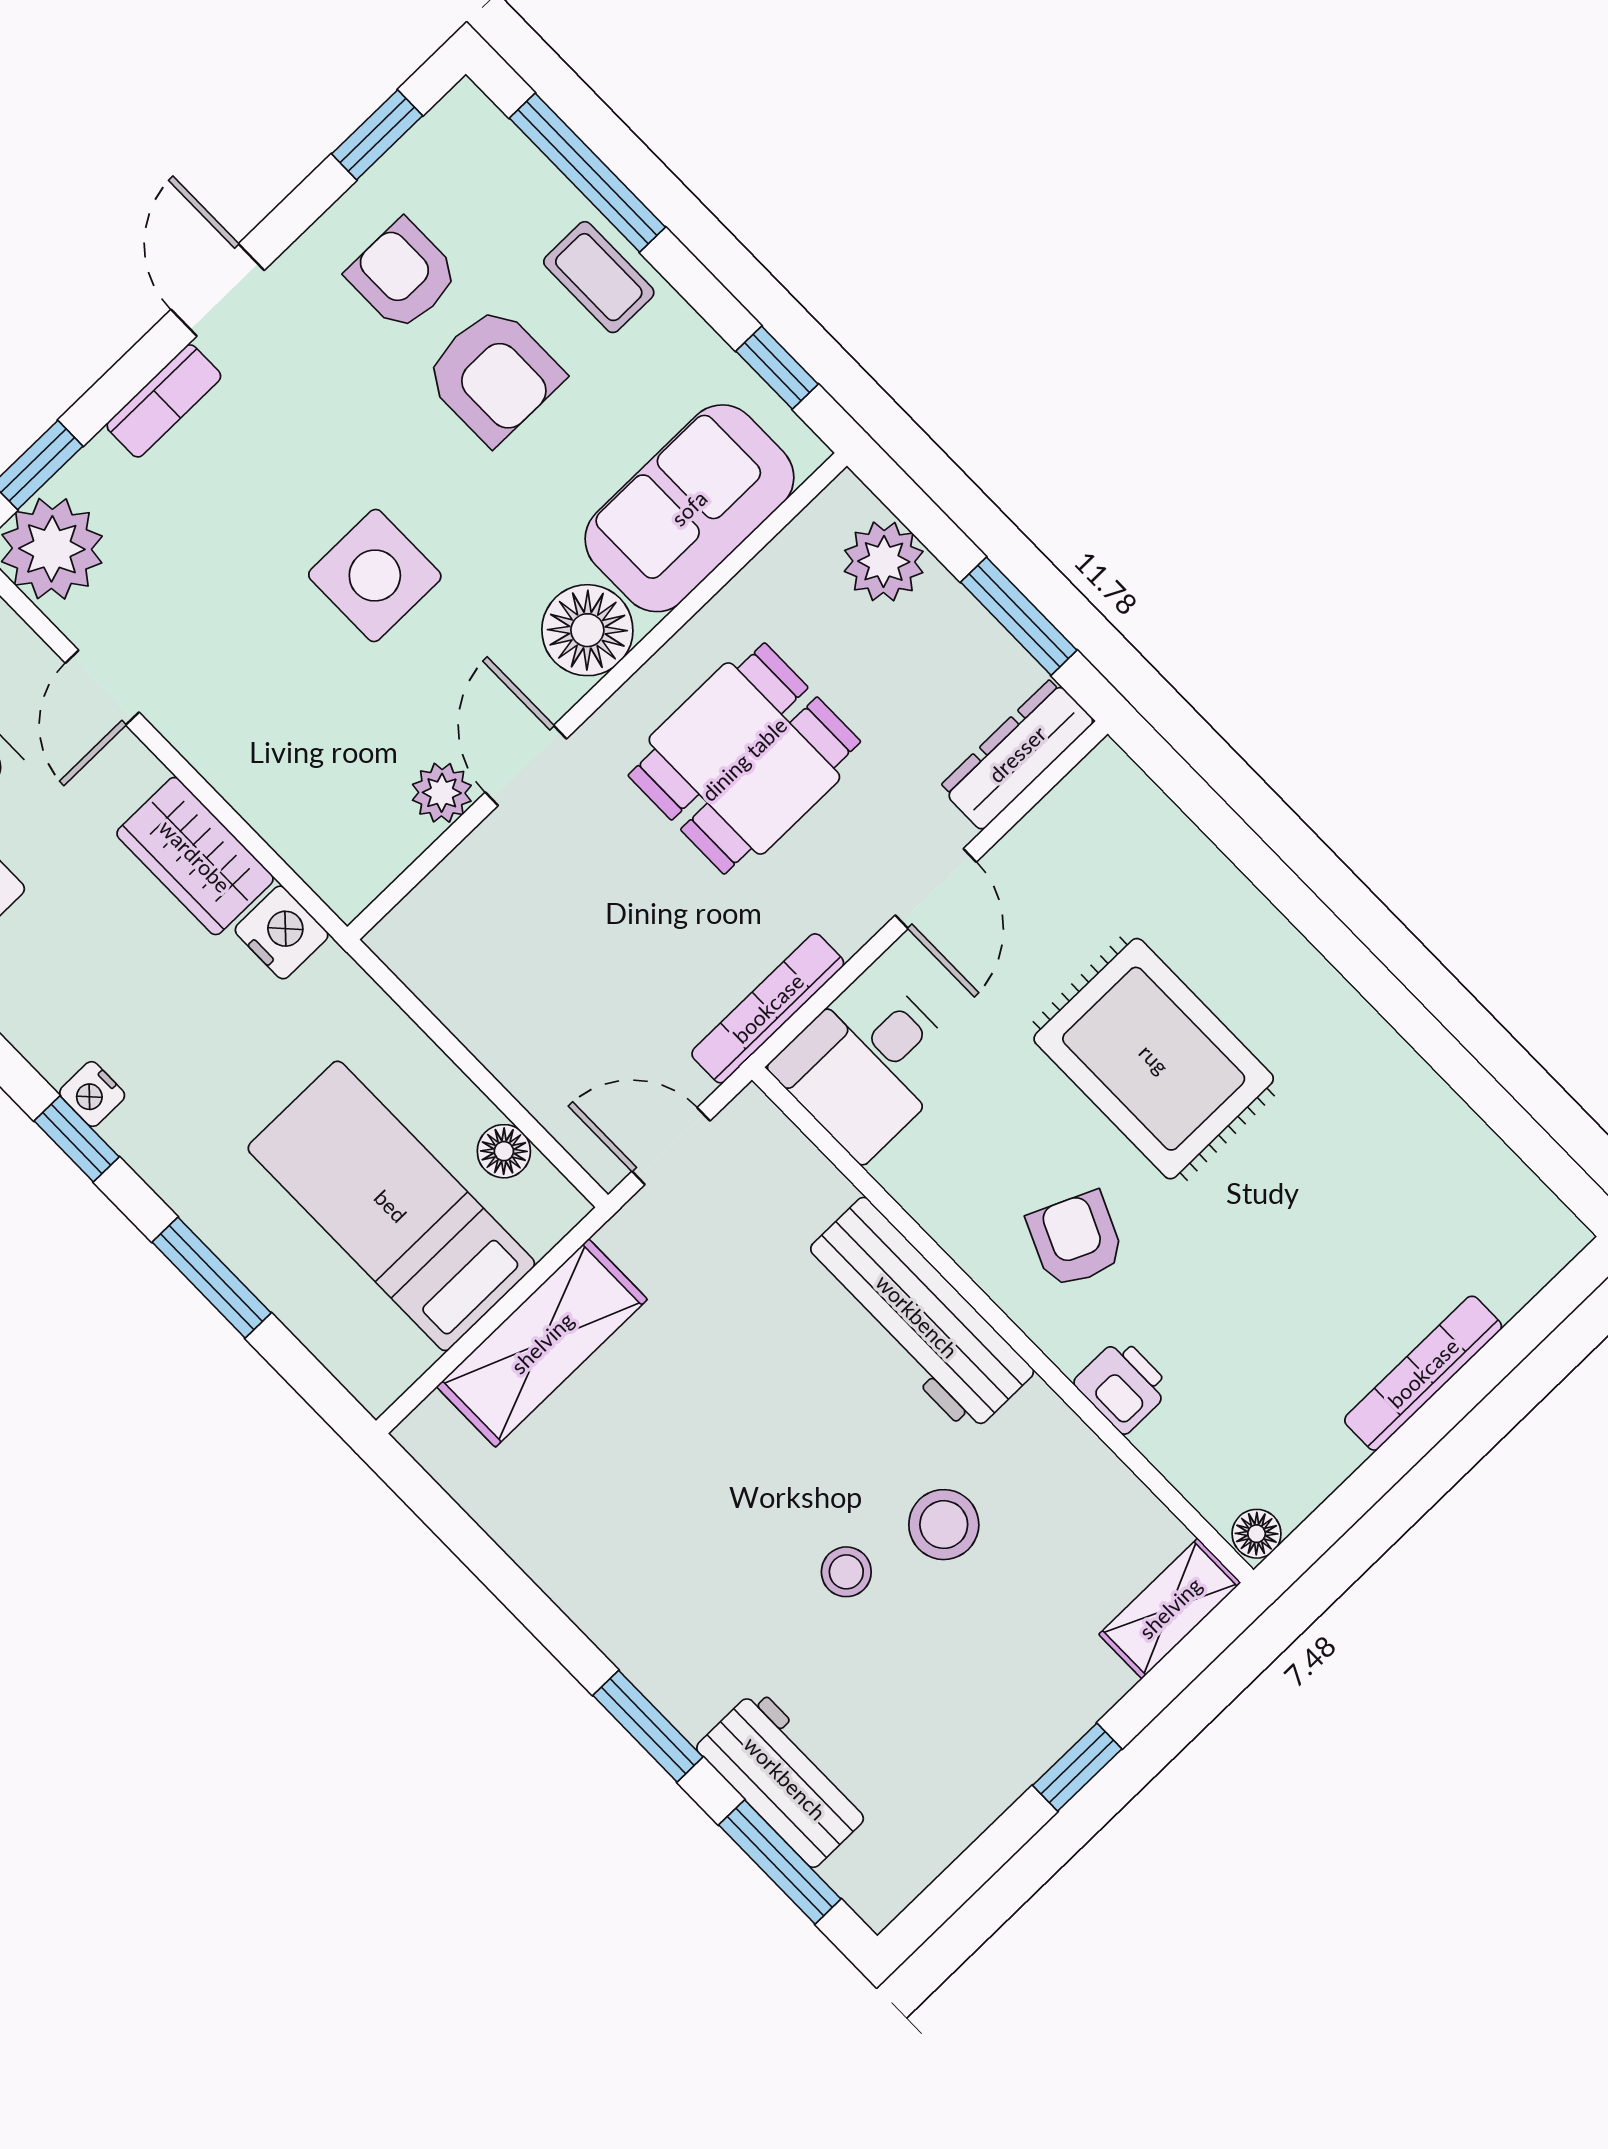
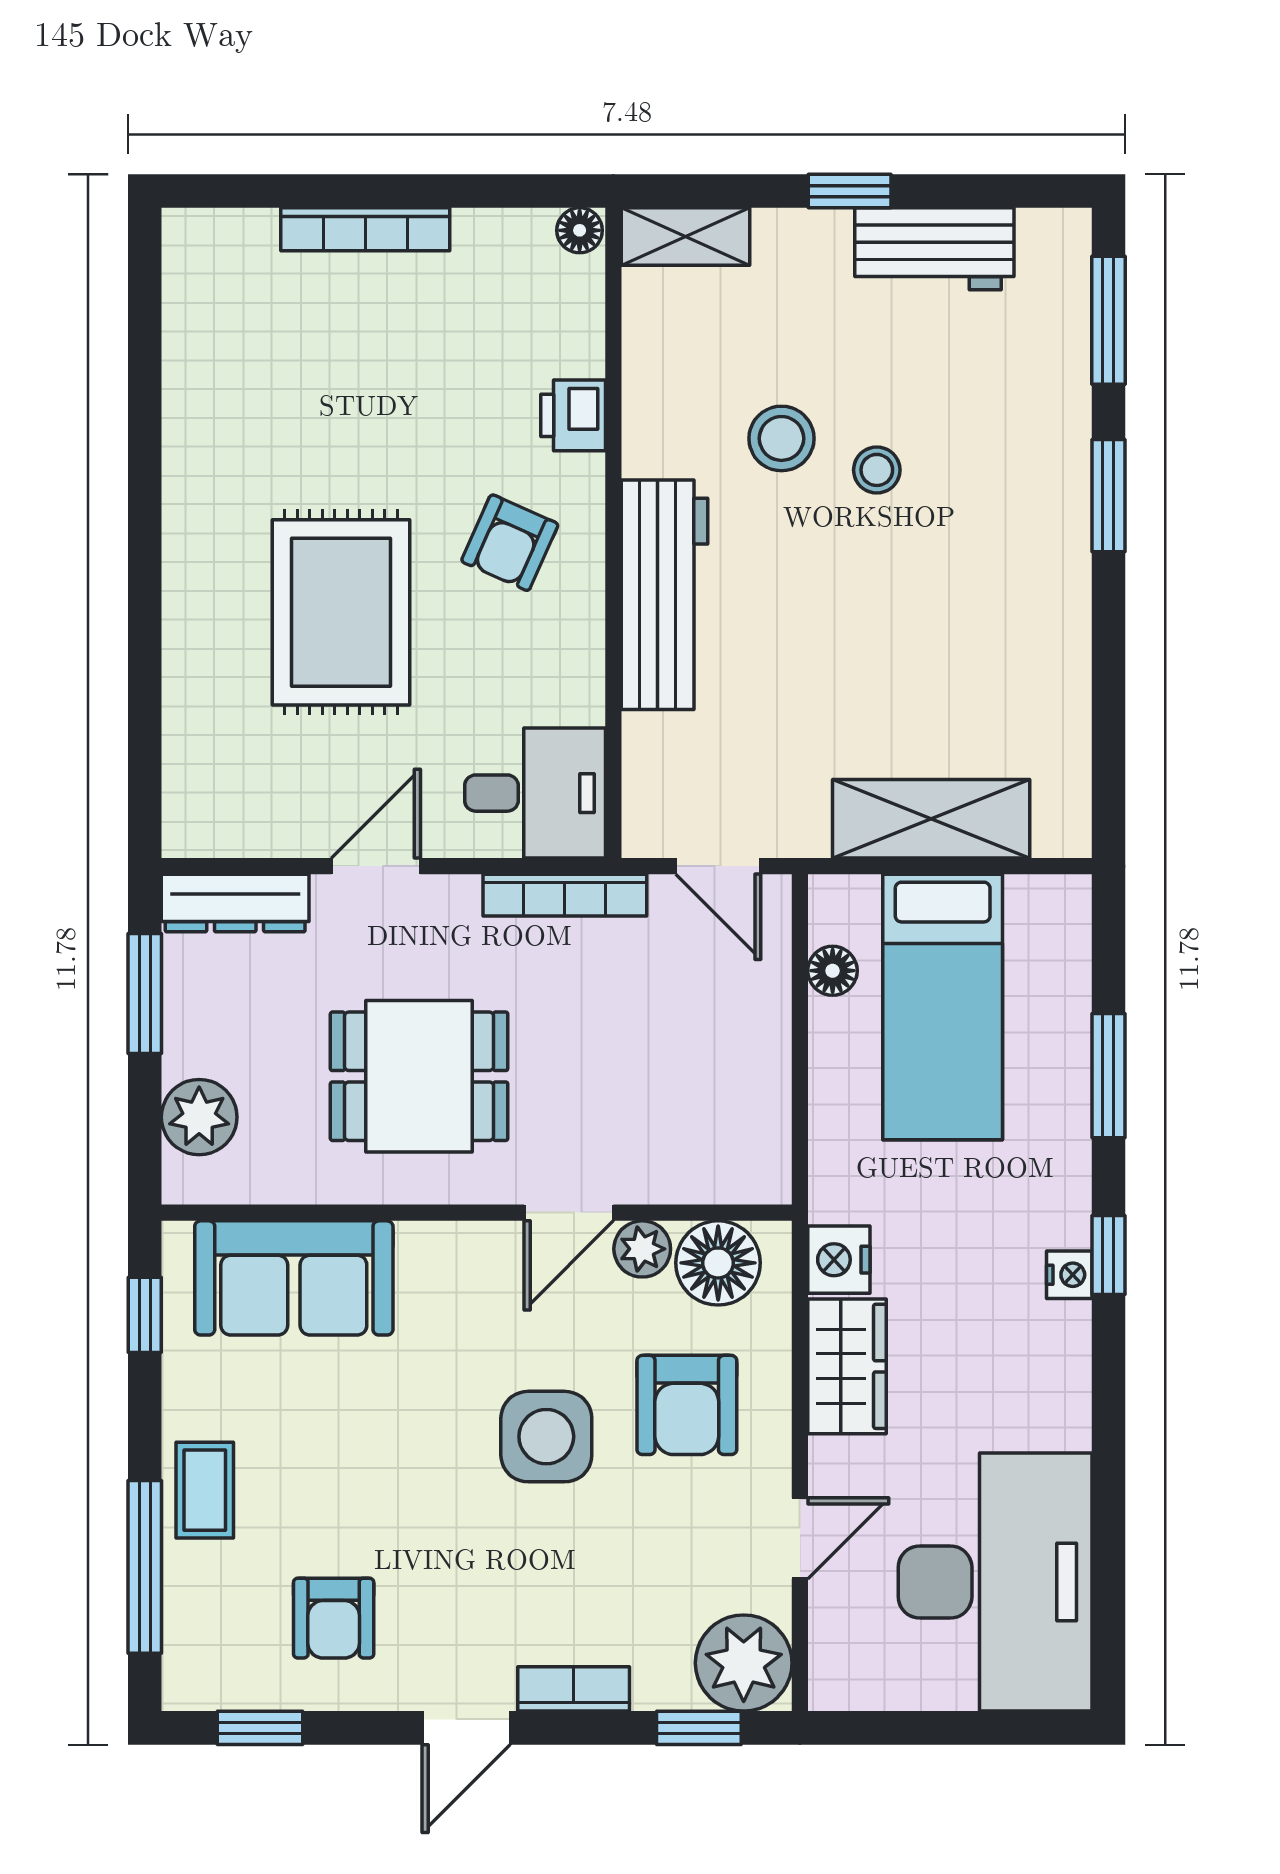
armchair: (493, 375) -> (687, 1405), moved, turned 180
floor lamp: (587, 630) -> (718, 1263), moved
workbench: (785, 1778) -> (934, 249), moved, turned -90

